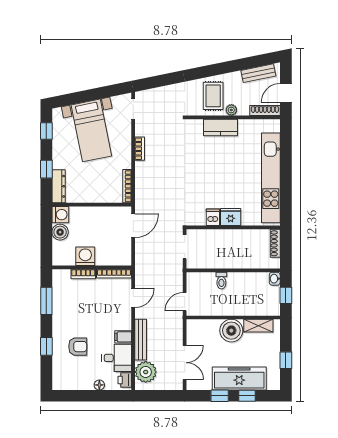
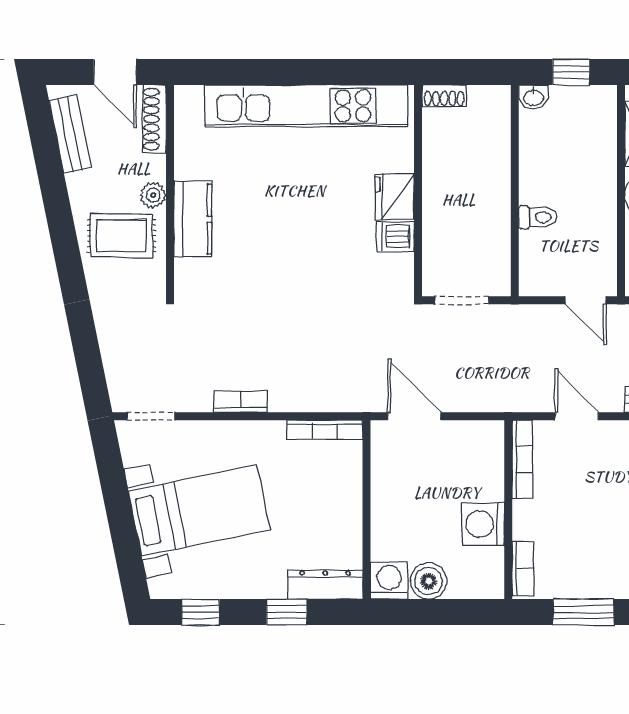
shoe rack: (275, 243) -> (444, 96), width x0.70
bookcase: (83, 274) -> (523, 569), moved

